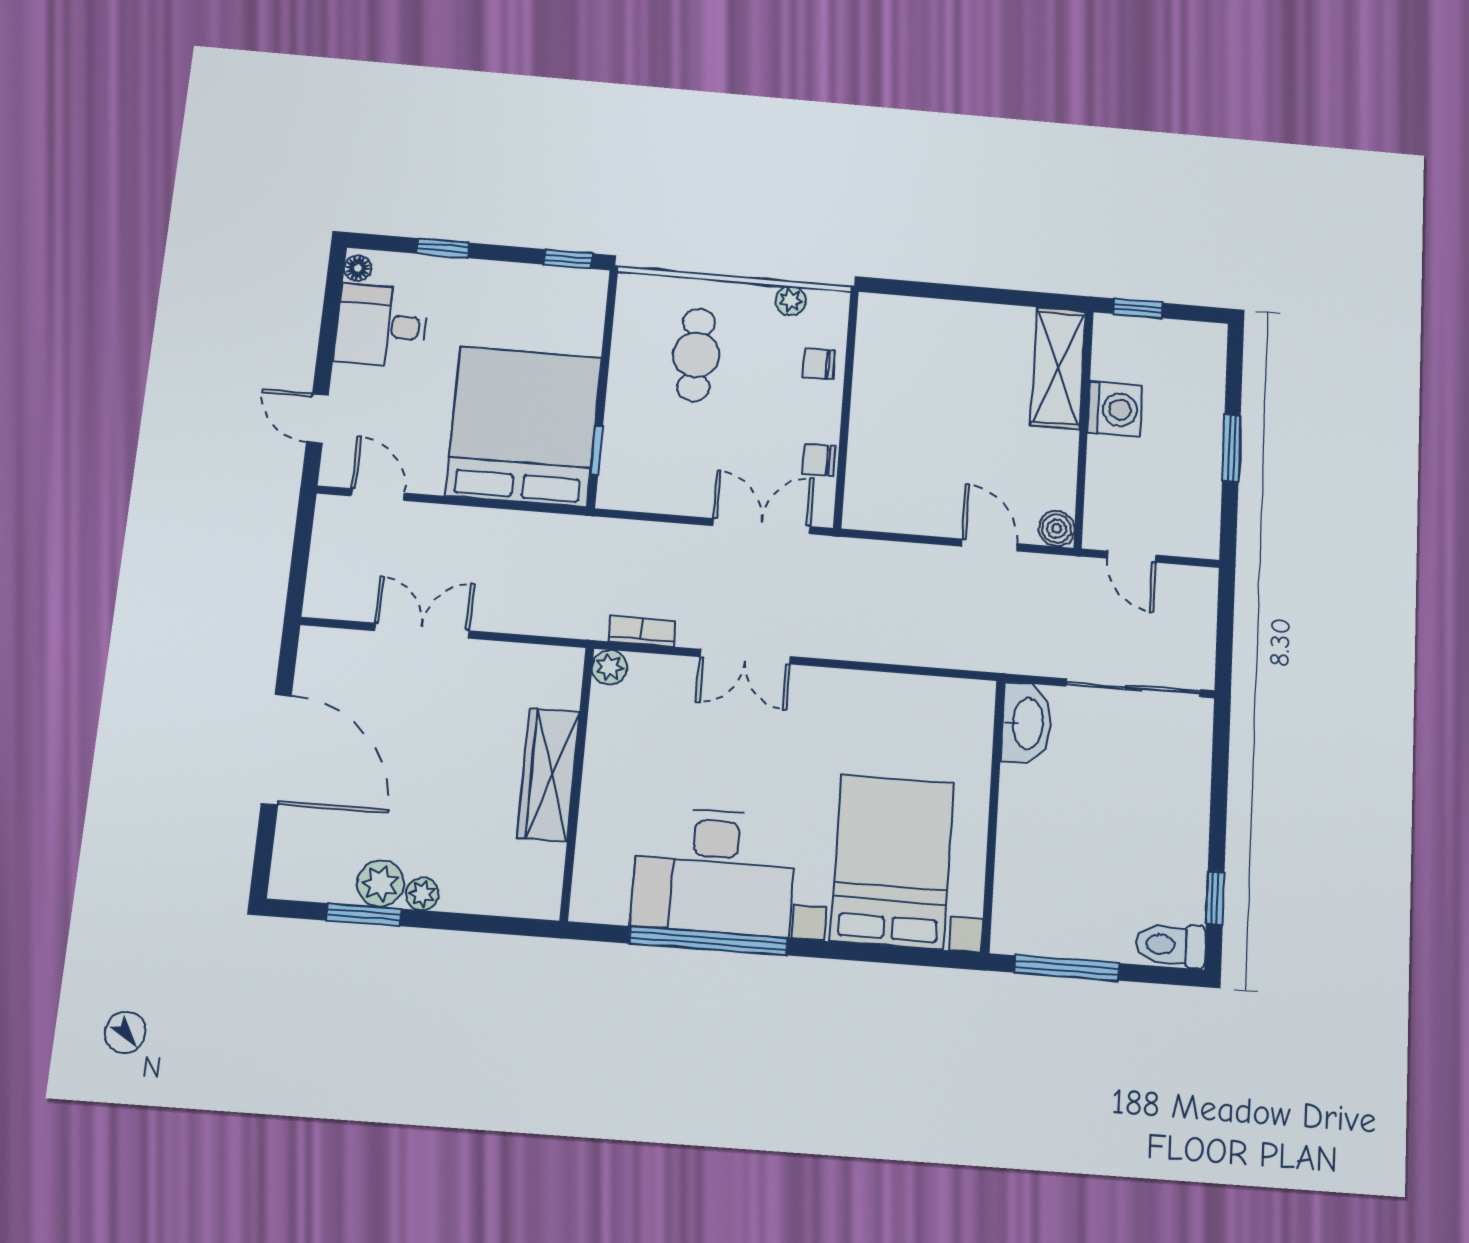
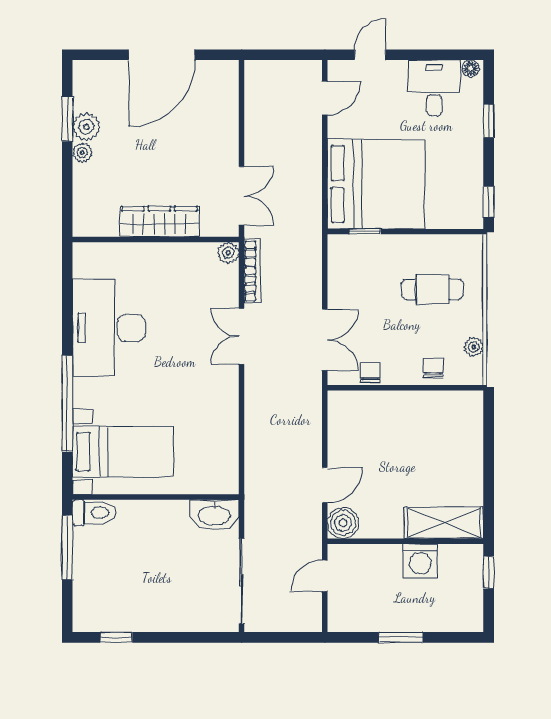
boiler: (1057, 529) -> (343, 523), width x1.36, depth x1.36
double door: (422, 631) -> (242, 196), moved
bookcase: (642, 631) -> (252, 271), width x1.56
bed with nightstands: (892, 862) -> (123, 452), width x0.73
window: (709, 941) -> (67, 404), moved
toilet: (1170, 945) -> (94, 513), moved, turned 90

